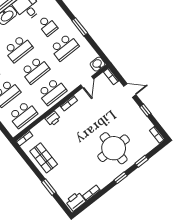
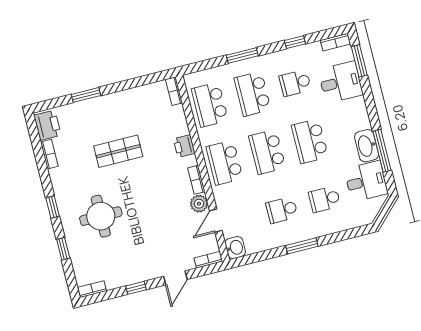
school desk: (64, 47) -> (282, 210), width x0.54
door: (87, 82) -> (216, 221), hinge flipped
plant: (82, 96) -> (199, 204), added
round table: (114, 148) -> (101, 216), width x0.73, depth x0.73
shop shelf: (44, 158) -> (118, 151), moved

